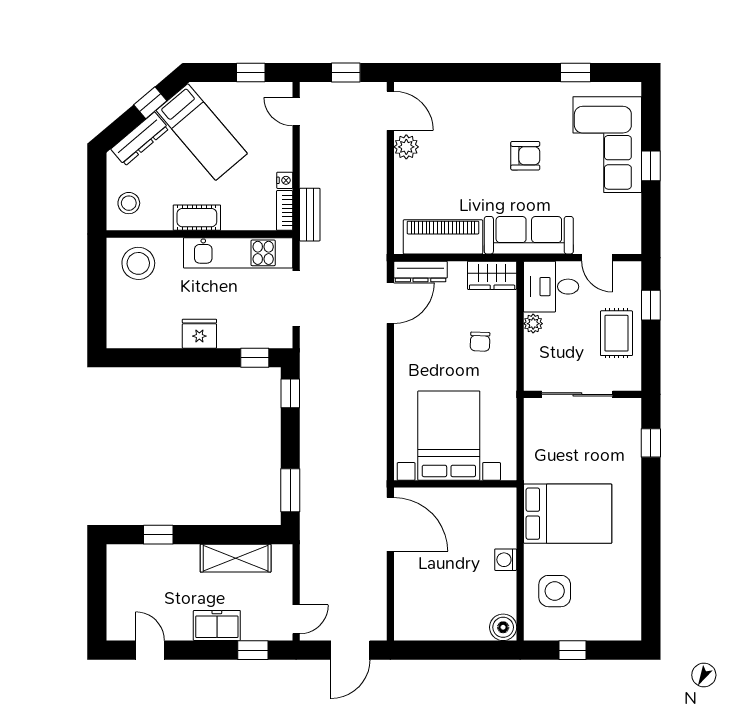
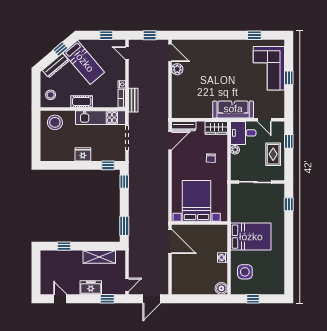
armchair: (525, 156) -> (231, 73), removed
piano: (443, 237) -> (194, 110), removed

